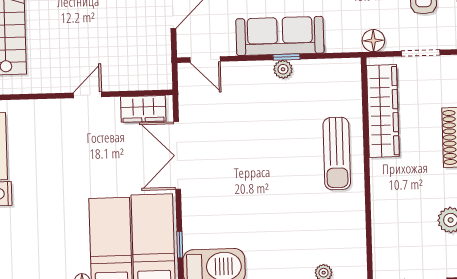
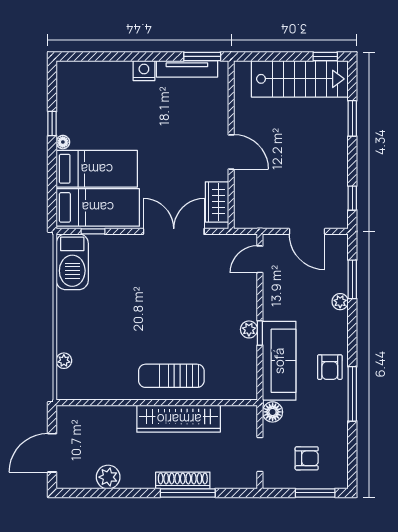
sofa: (280, 36) -> (279, 361), moved
door: (88, 95) -> (231, 152), width x1.38
wardrobe: (383, 111) -> (179, 419), moved

